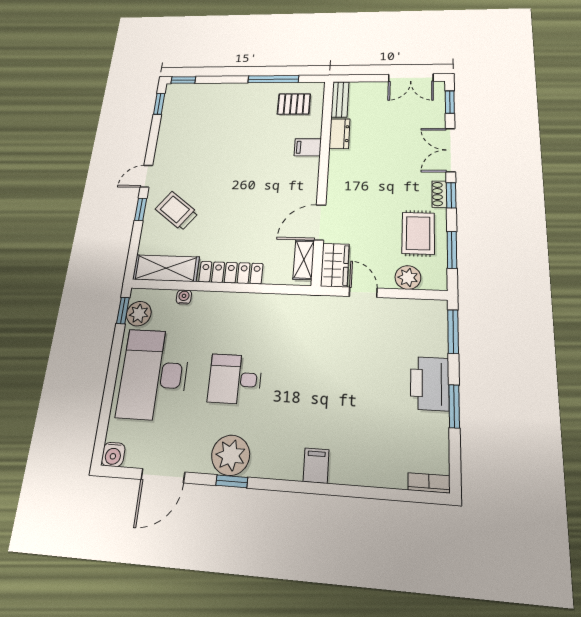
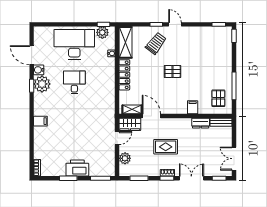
pallet: (235, 182) -> (173, 71), added
rug: (418, 233) -> (166, 147), moved
water cooler: (113, 454) -> (39, 70), moved

